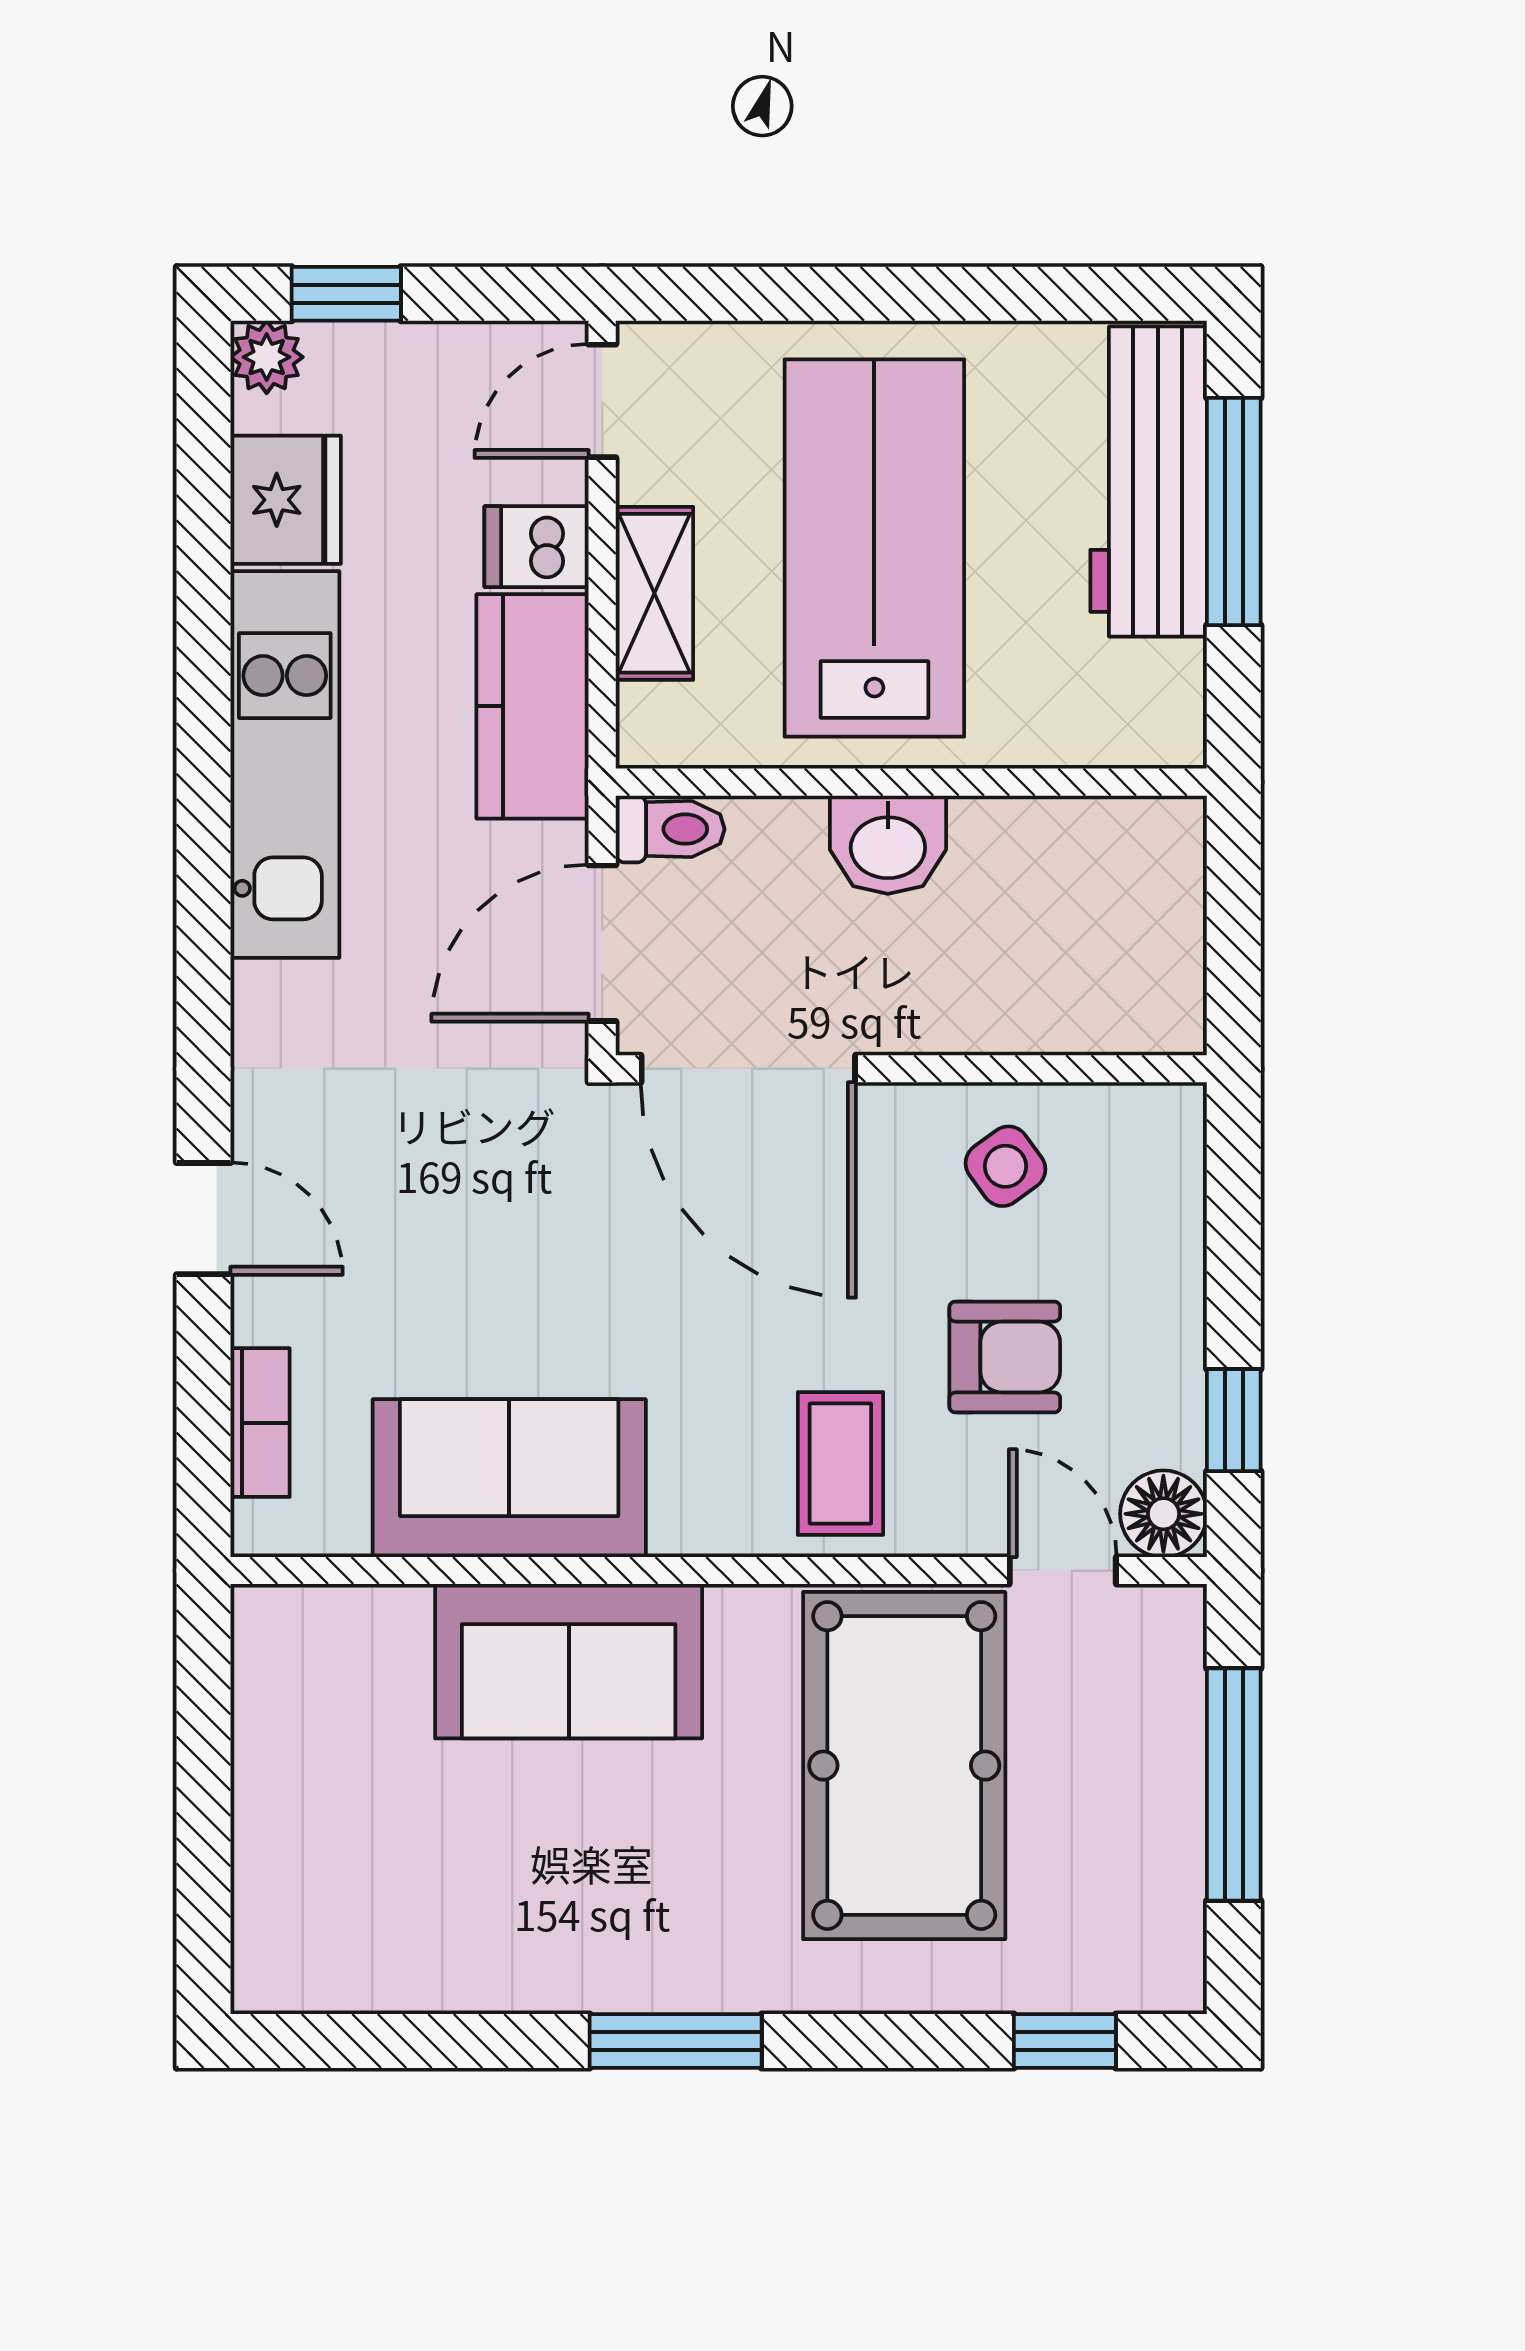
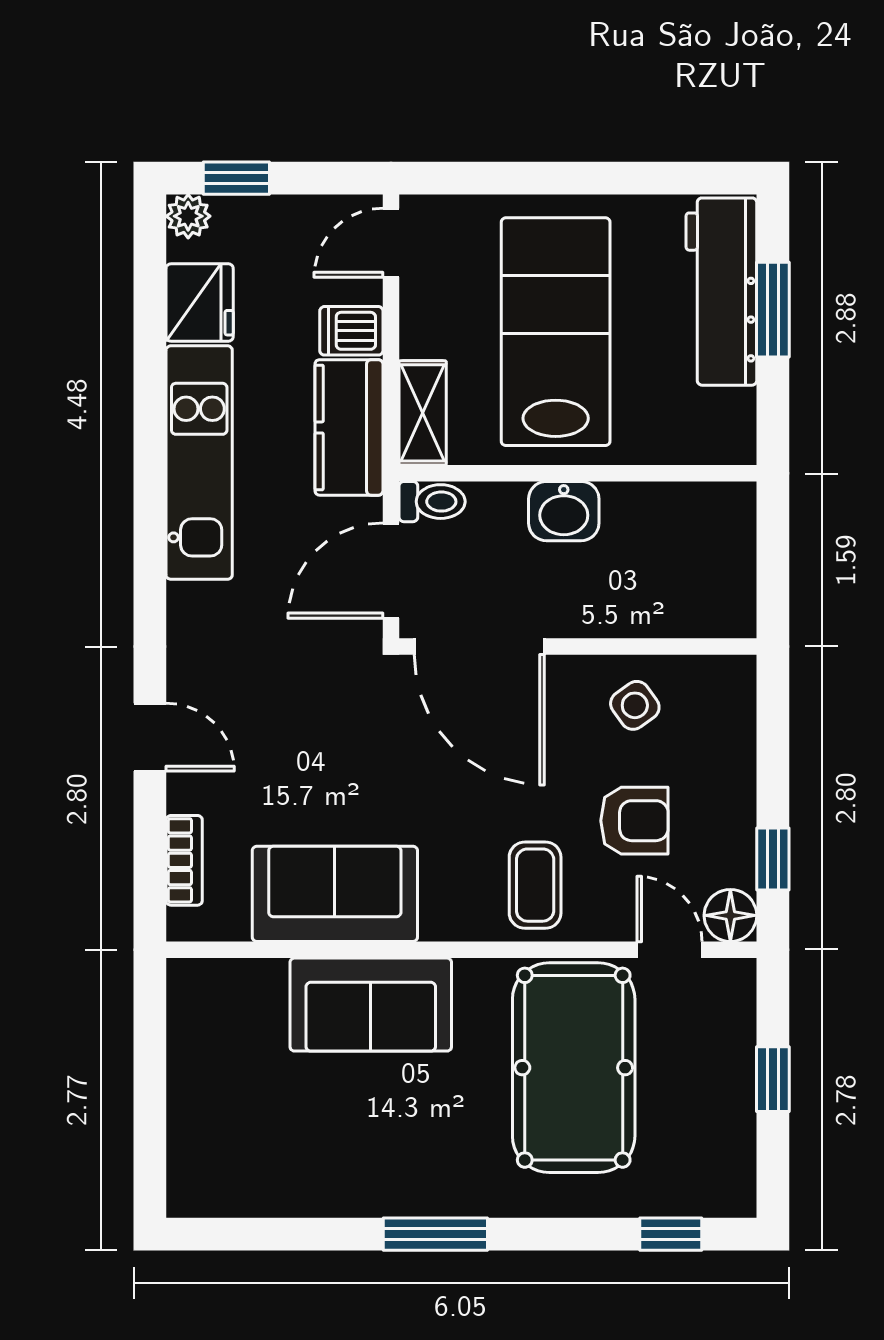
window: (1234, 511) -> (773, 310), width x0.69
shelving: (654, 593) -> (423, 413), moved
window: (1234, 1785) -> (773, 1079), width x0.46

